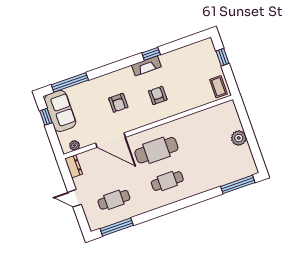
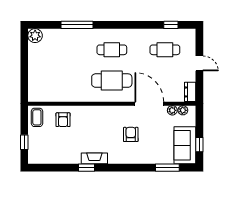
window: (70, 82) -> (167, 168), width x0.69
armchair: (158, 95) -> (63, 120), moved
plant: (239, 138) -> (35, 36), moved
plant: (85, 142) -> (172, 110), added
window: (238, 184) -> (77, 25), moved
window: (117, 227) -> (171, 25), width x0.46

